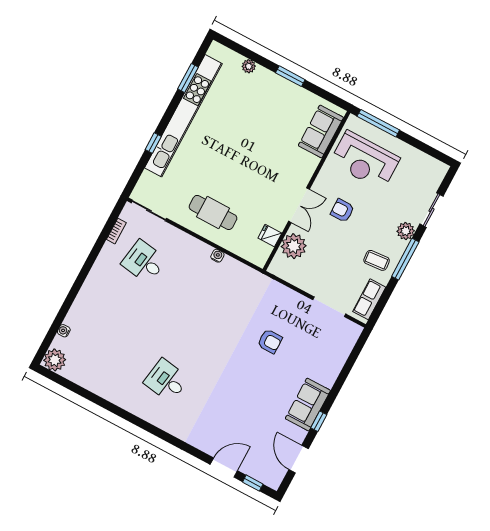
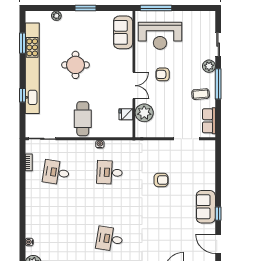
round table: (240, 140) -> (75, 65), added
cafe table: (213, 212) -> (83, 119), turned 90
desk: (211, 297) -> (110, 172), added

